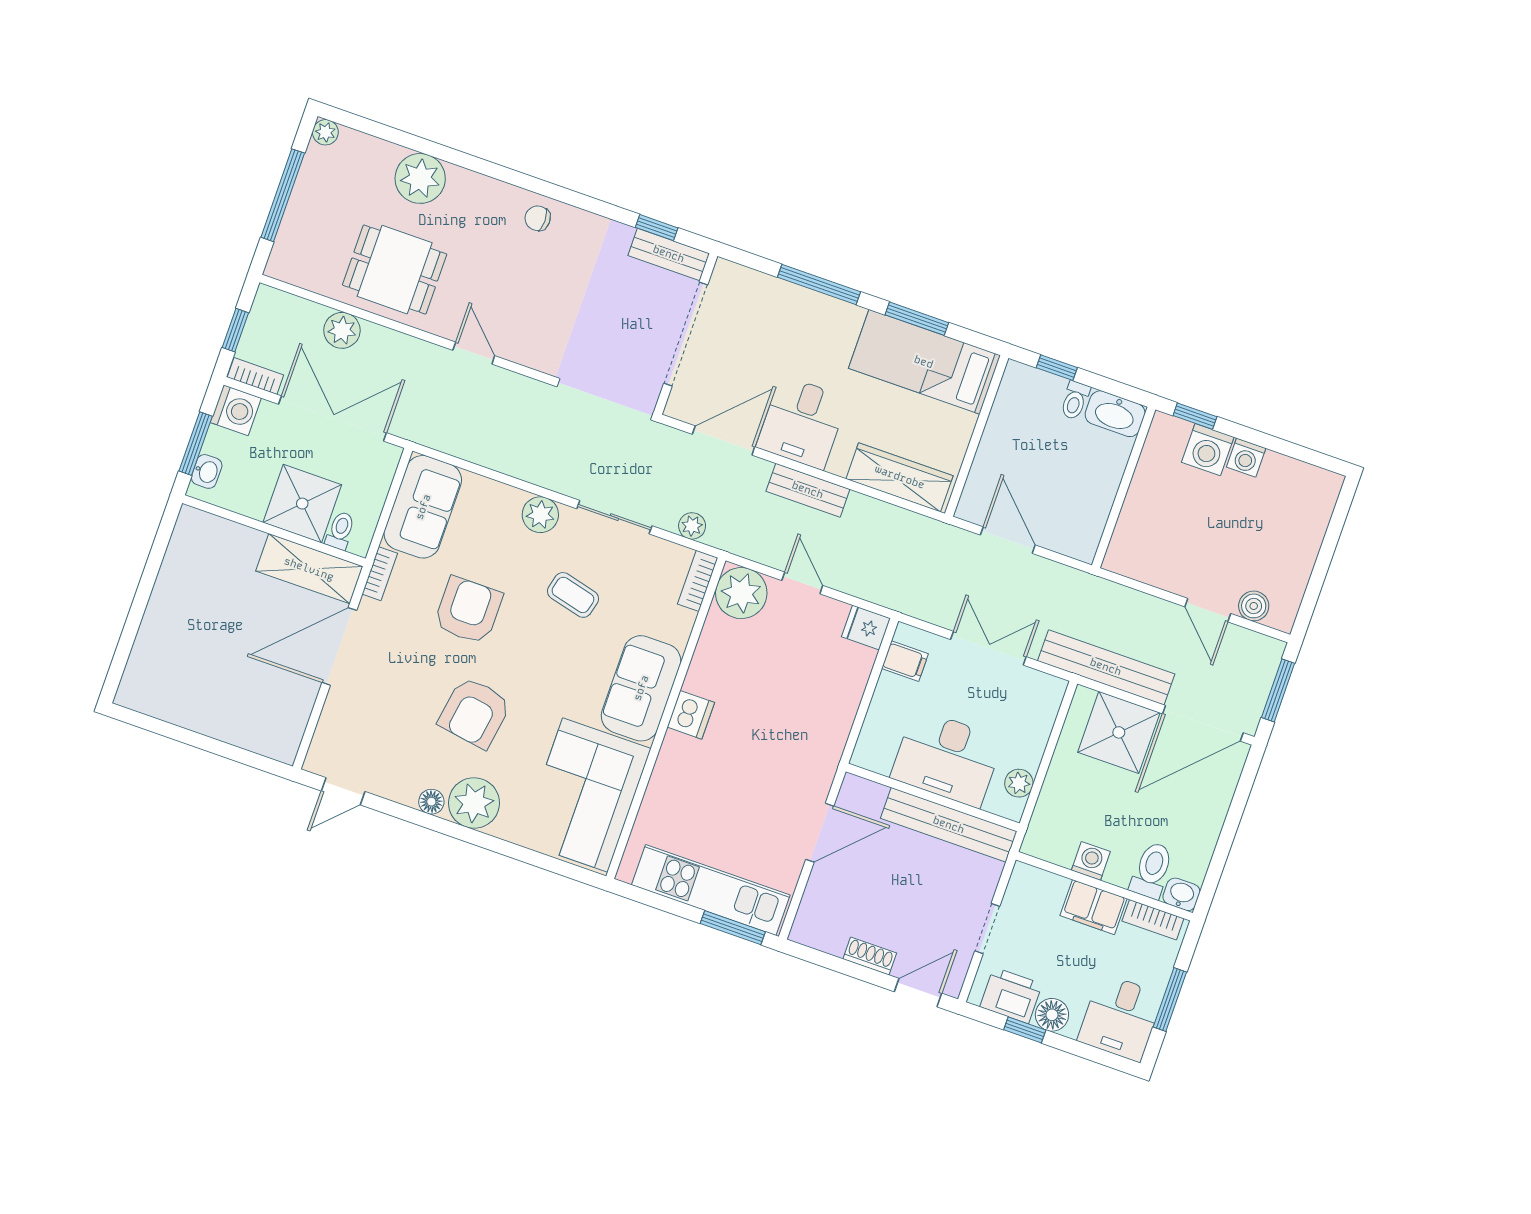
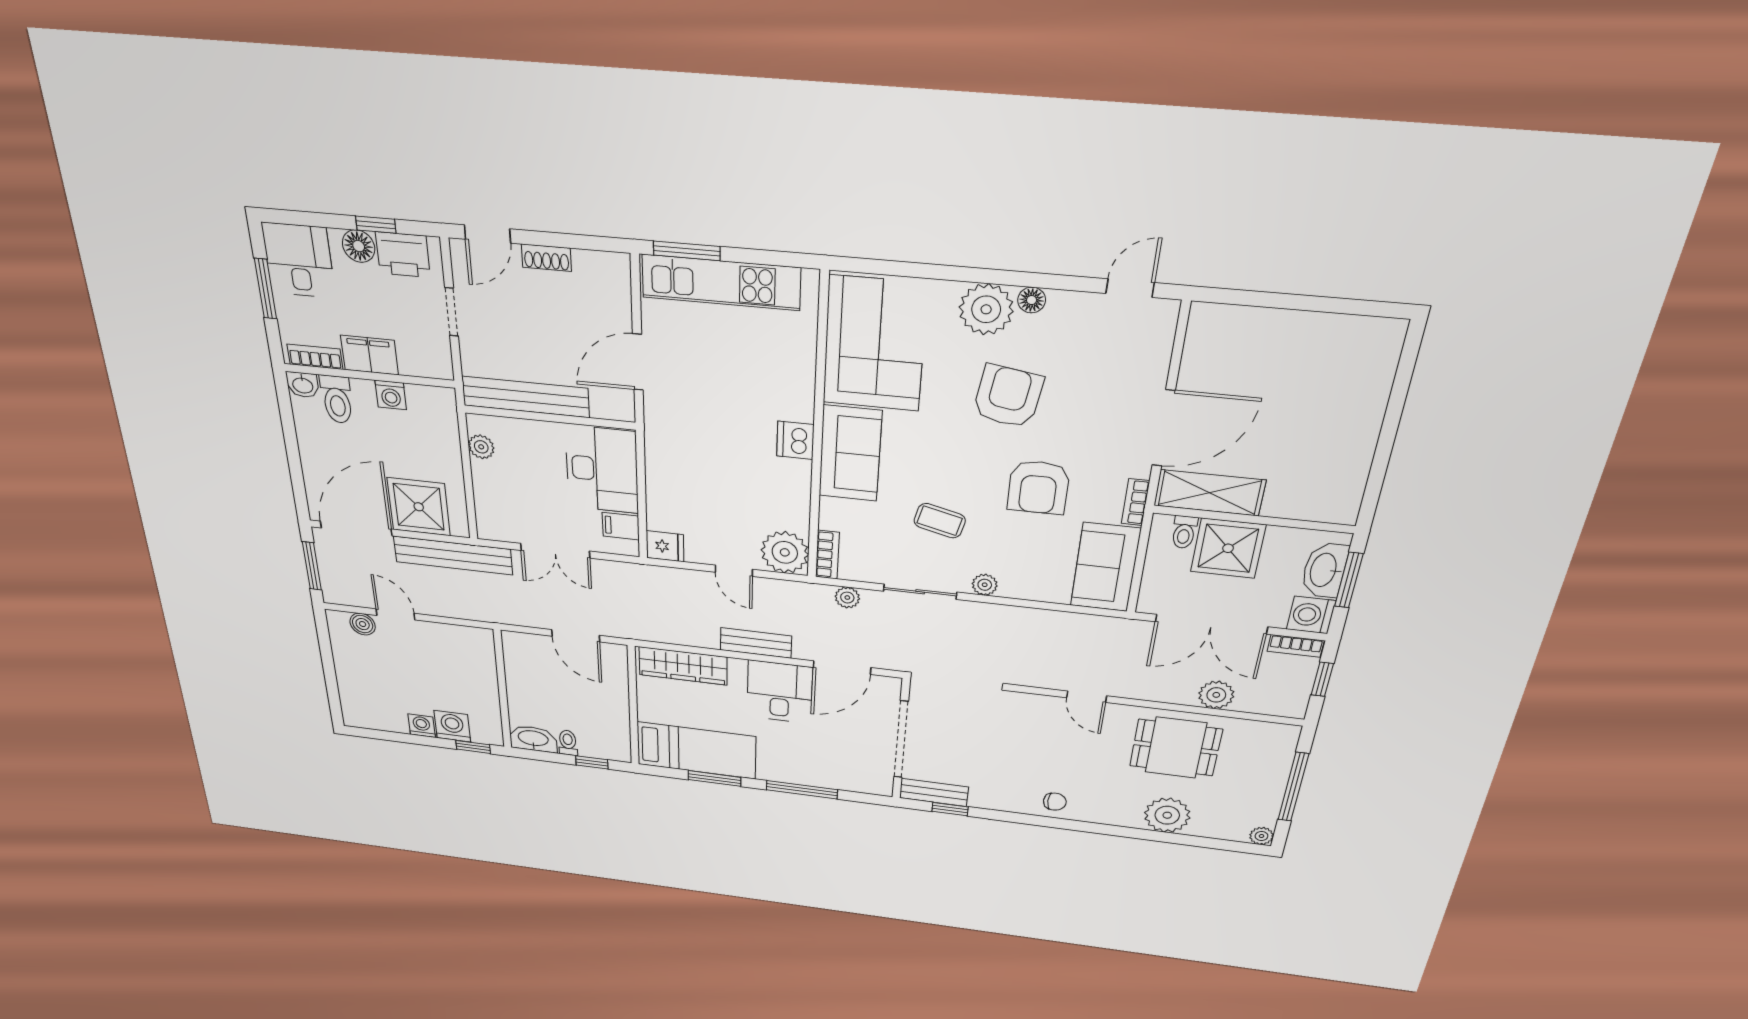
washbasin: (207, 471) -> (1324, 570), width x1.91, depth x1.45
plant: (540, 515) -> (985, 585), width x0.73, depth x0.73
desk: (947, 758) -> (602, 470), moved, turned 90

